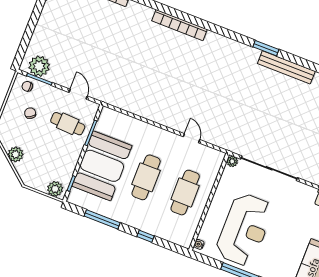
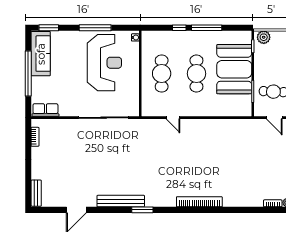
bookcase: (179, 25) -> (199, 202), moved
plant: (232, 161) -> (134, 112), removed
window: (102, 219) -> (207, 28), moved
reception desk: (244, 230) -> (104, 63), turned 180

